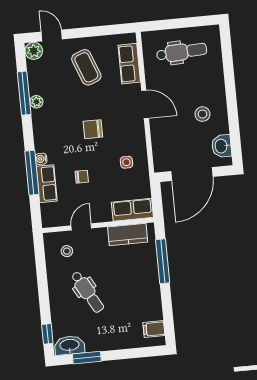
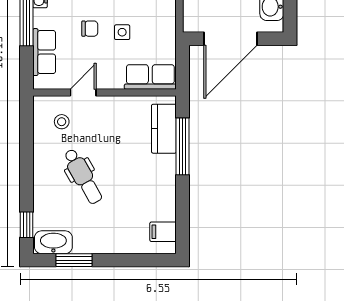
side table: (126, 162) -> (122, 32), moved
row of seats: (47, 184) -> (44, 52), moved
kitchen counter: (128, 234) -> (164, 129), moved, turned 90

